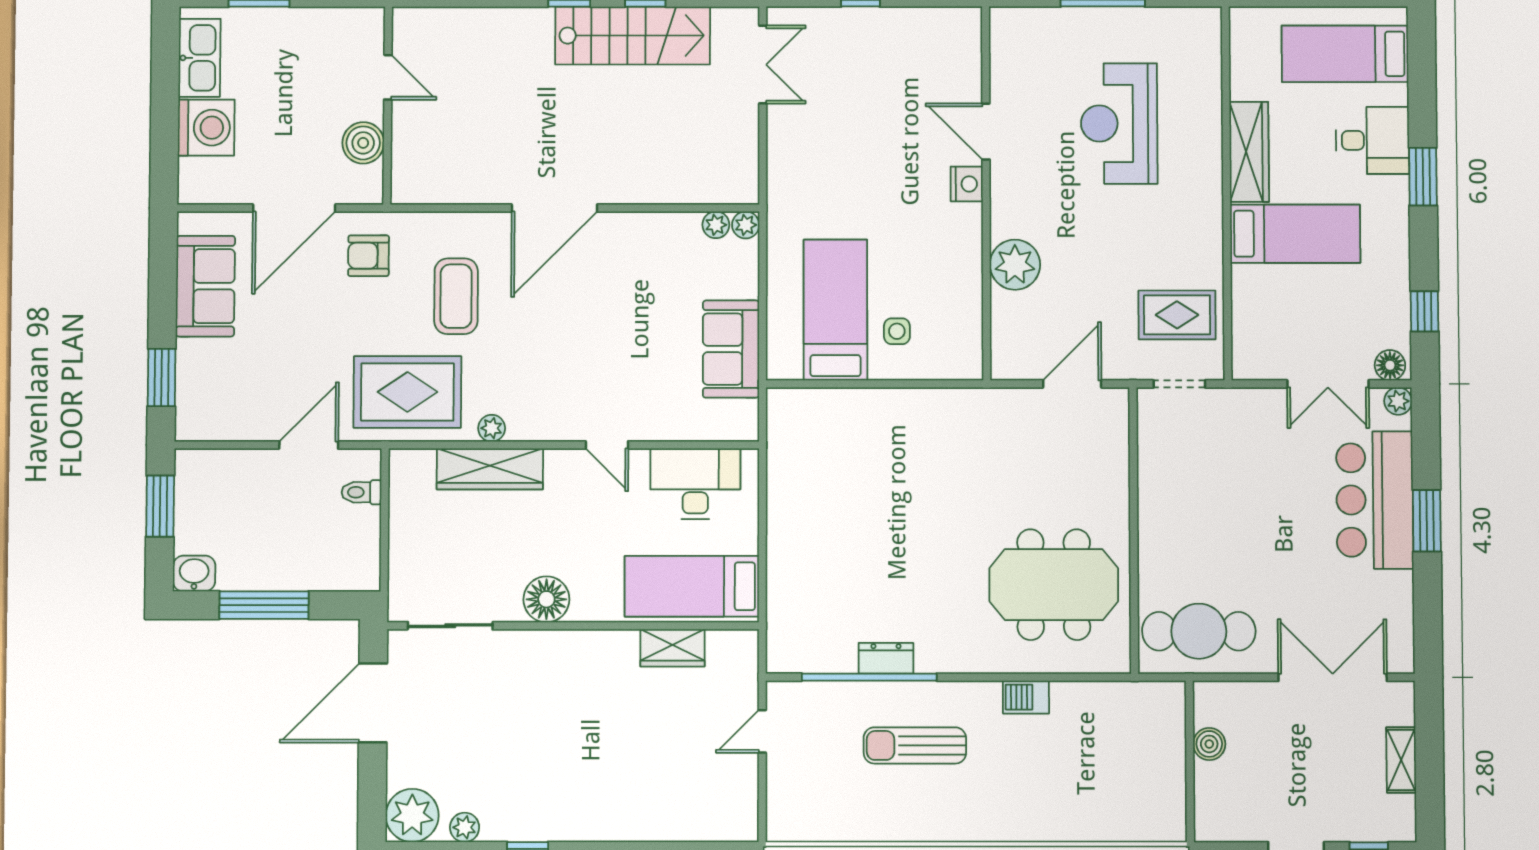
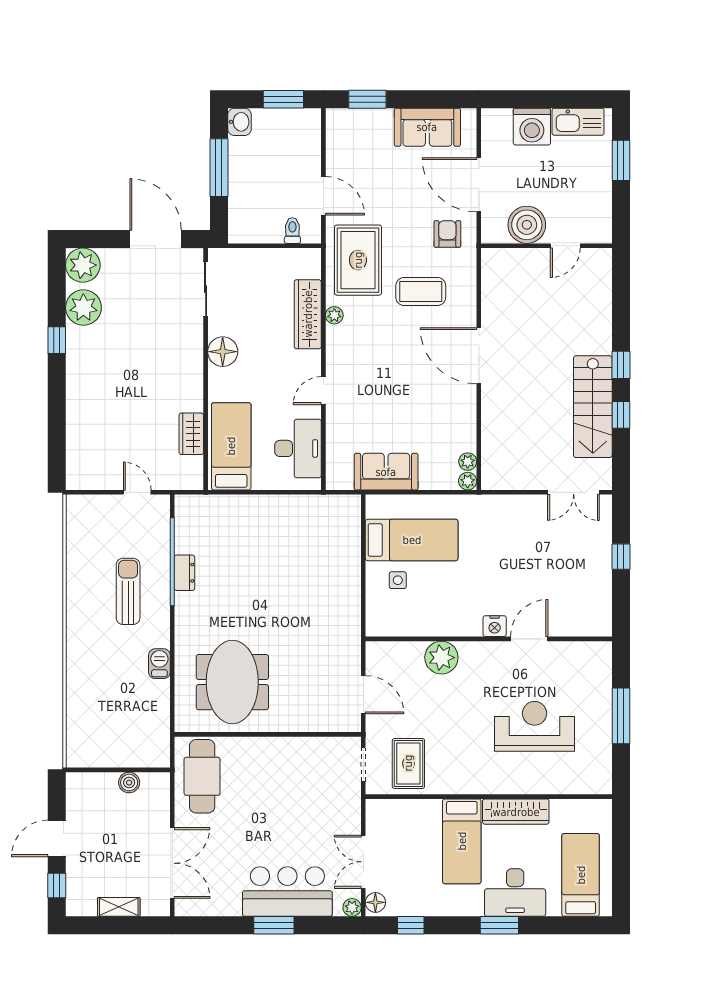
desk: (1373, 140) -> (515, 893), width x1.37
boiler: (363, 143) -> (527, 225), width x1.37, depth x1.37
plant: (465, 827) -> (83, 308), width x1.87, depth x1.87

